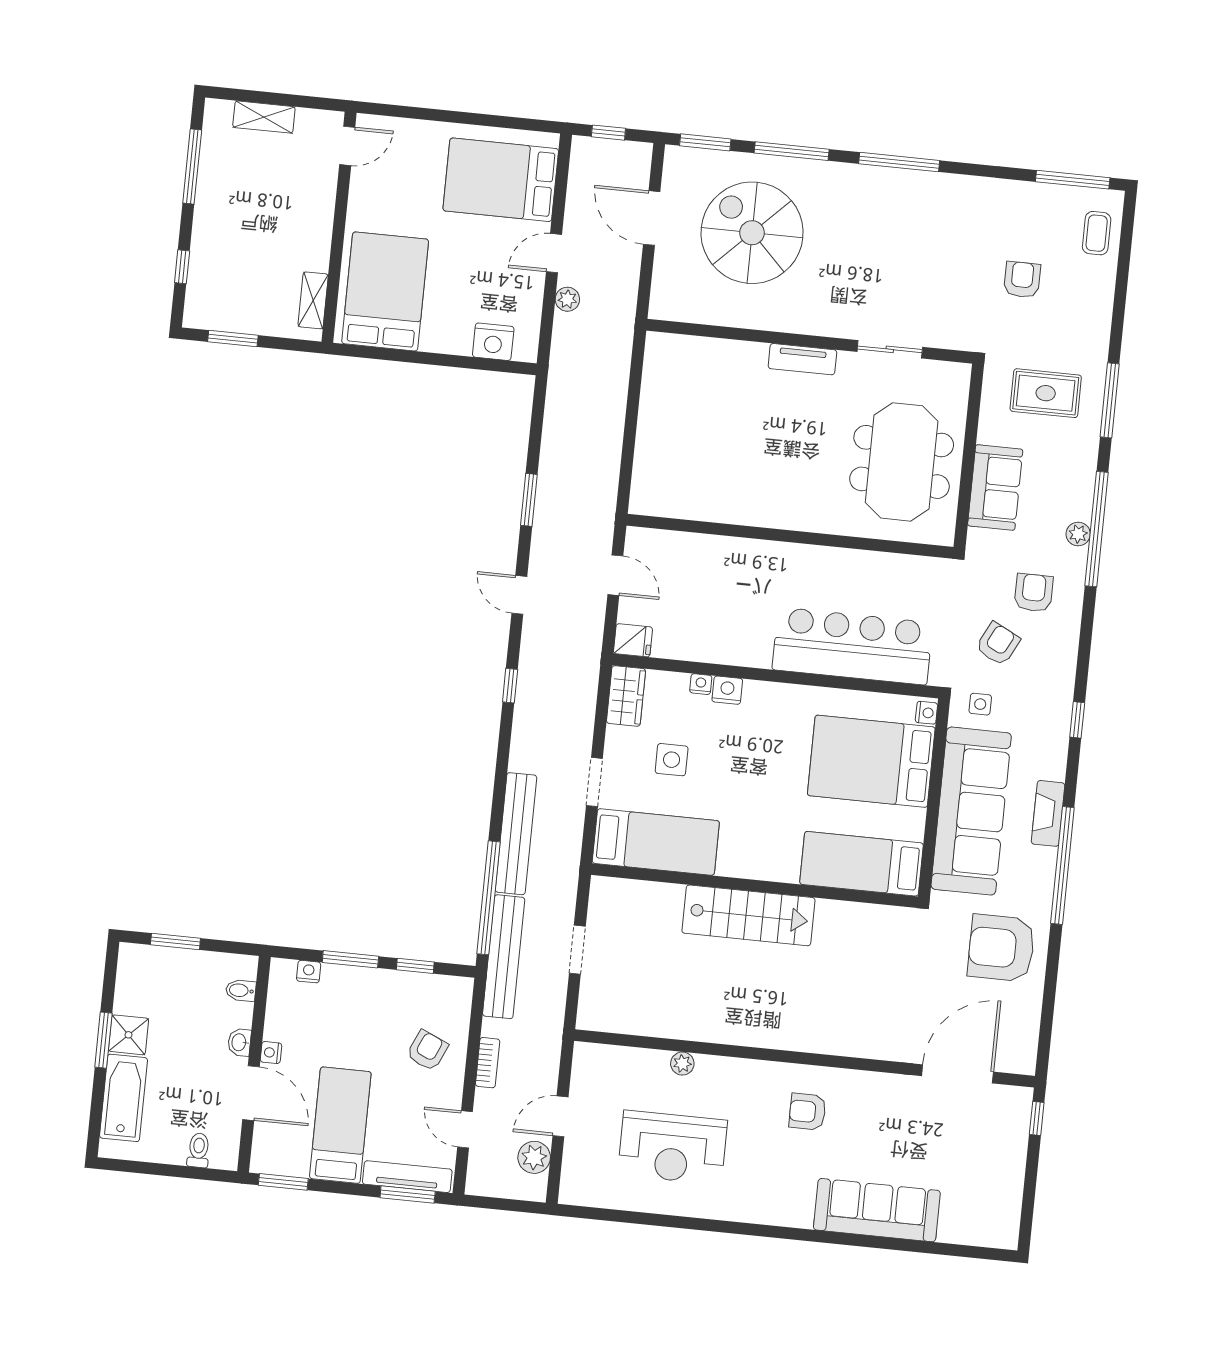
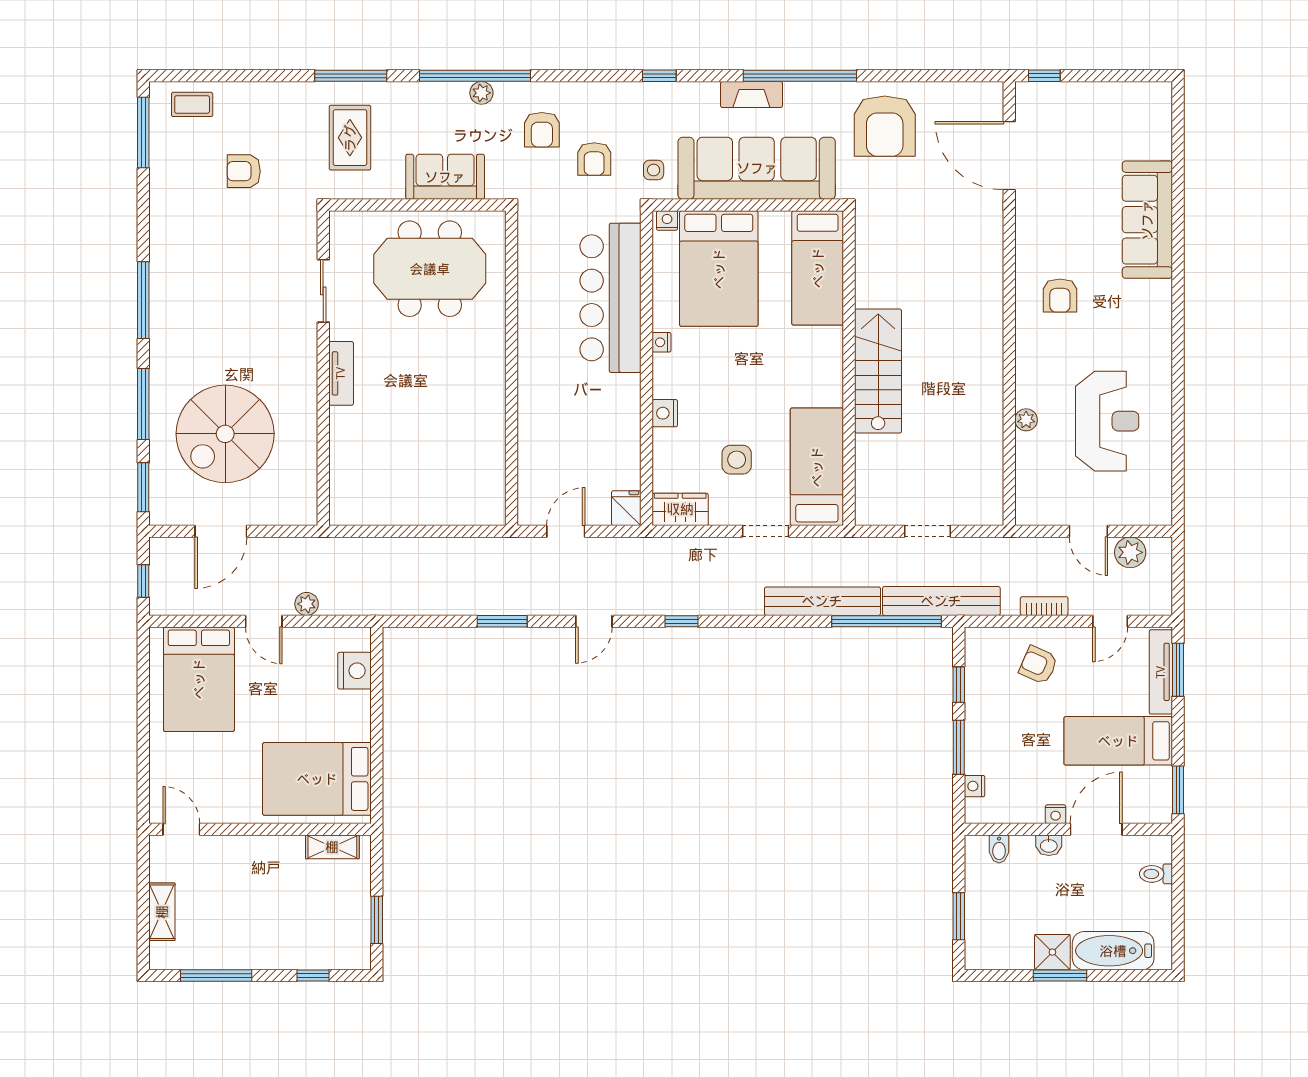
armchair: (1034, 593) -> (542, 130), turned -90
armchair: (998, 644) -> (594, 159), turned -117
nightstand: (701, 684) -> (662, 342), moved

